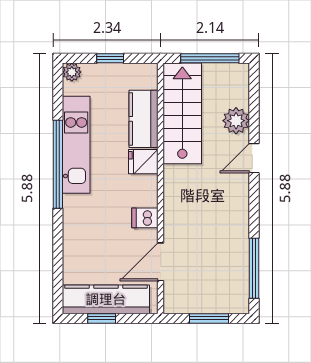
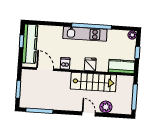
stairs: (182, 113) -> (93, 82), moved
kitchen counter: (143, 119) -> (122, 66), moved
kitchen unit: (76, 145) -> (85, 34), moved

